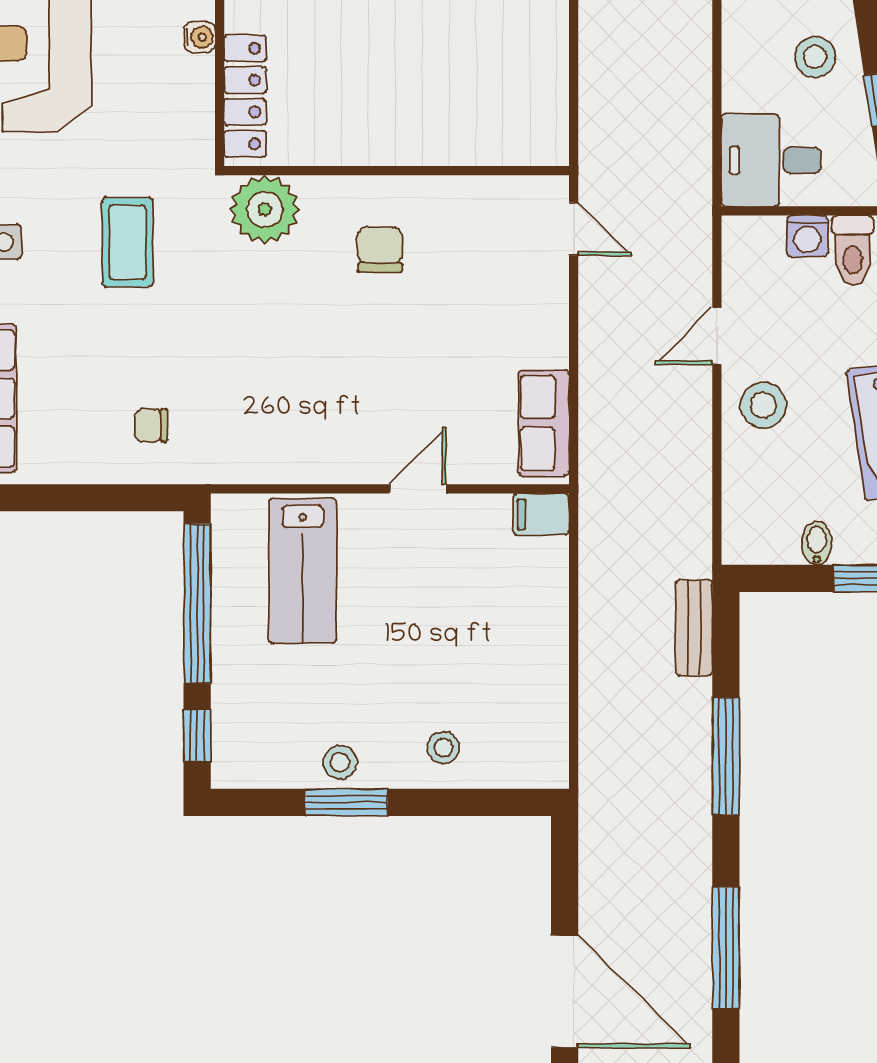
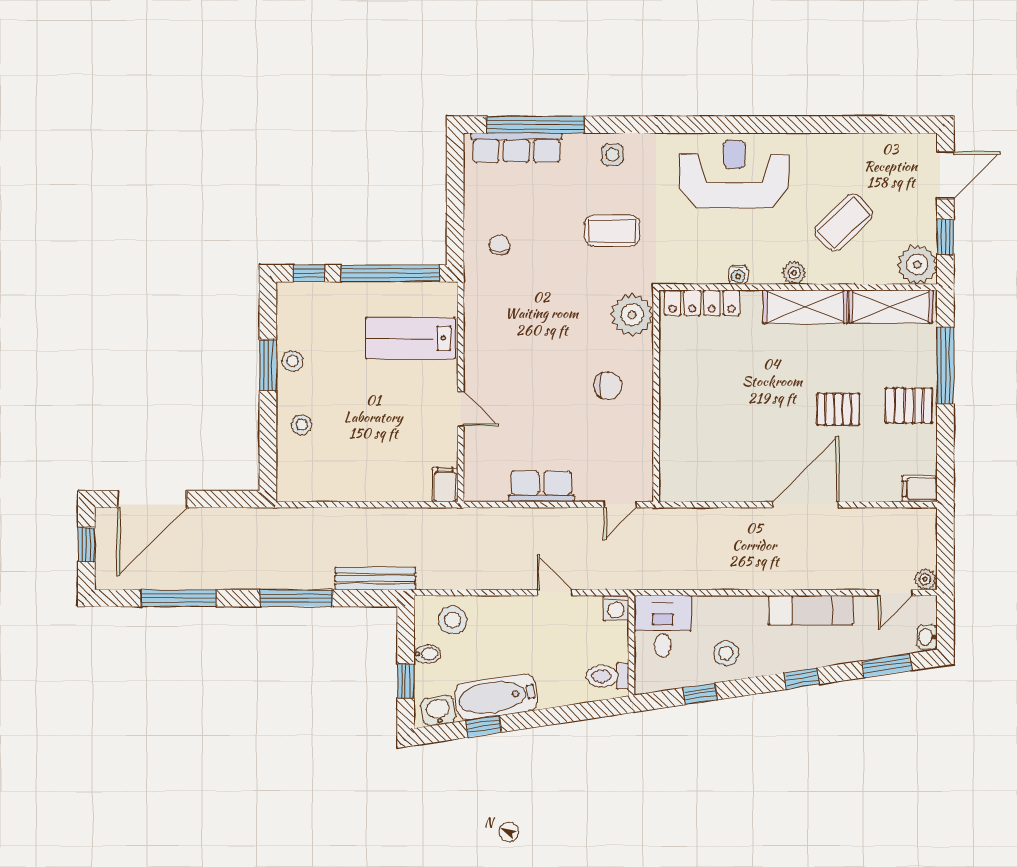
washing machine: (807, 236) -> (616, 608), moved, turned -90
stool: (763, 405) -> (453, 620), moved
row of seats: (544, 423) -> (541, 486), moved
bench: (694, 628) -> (375, 579), width x1.36

